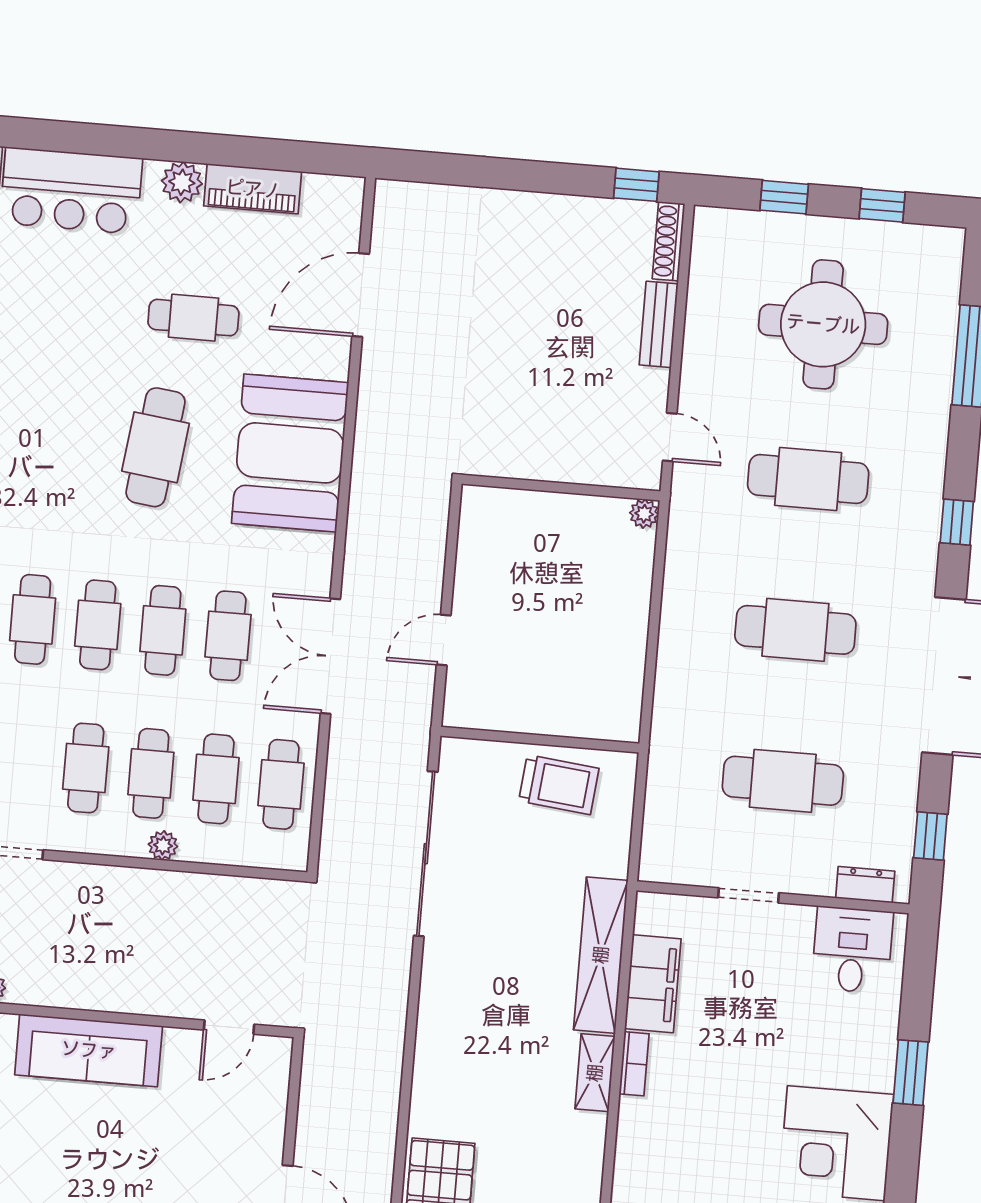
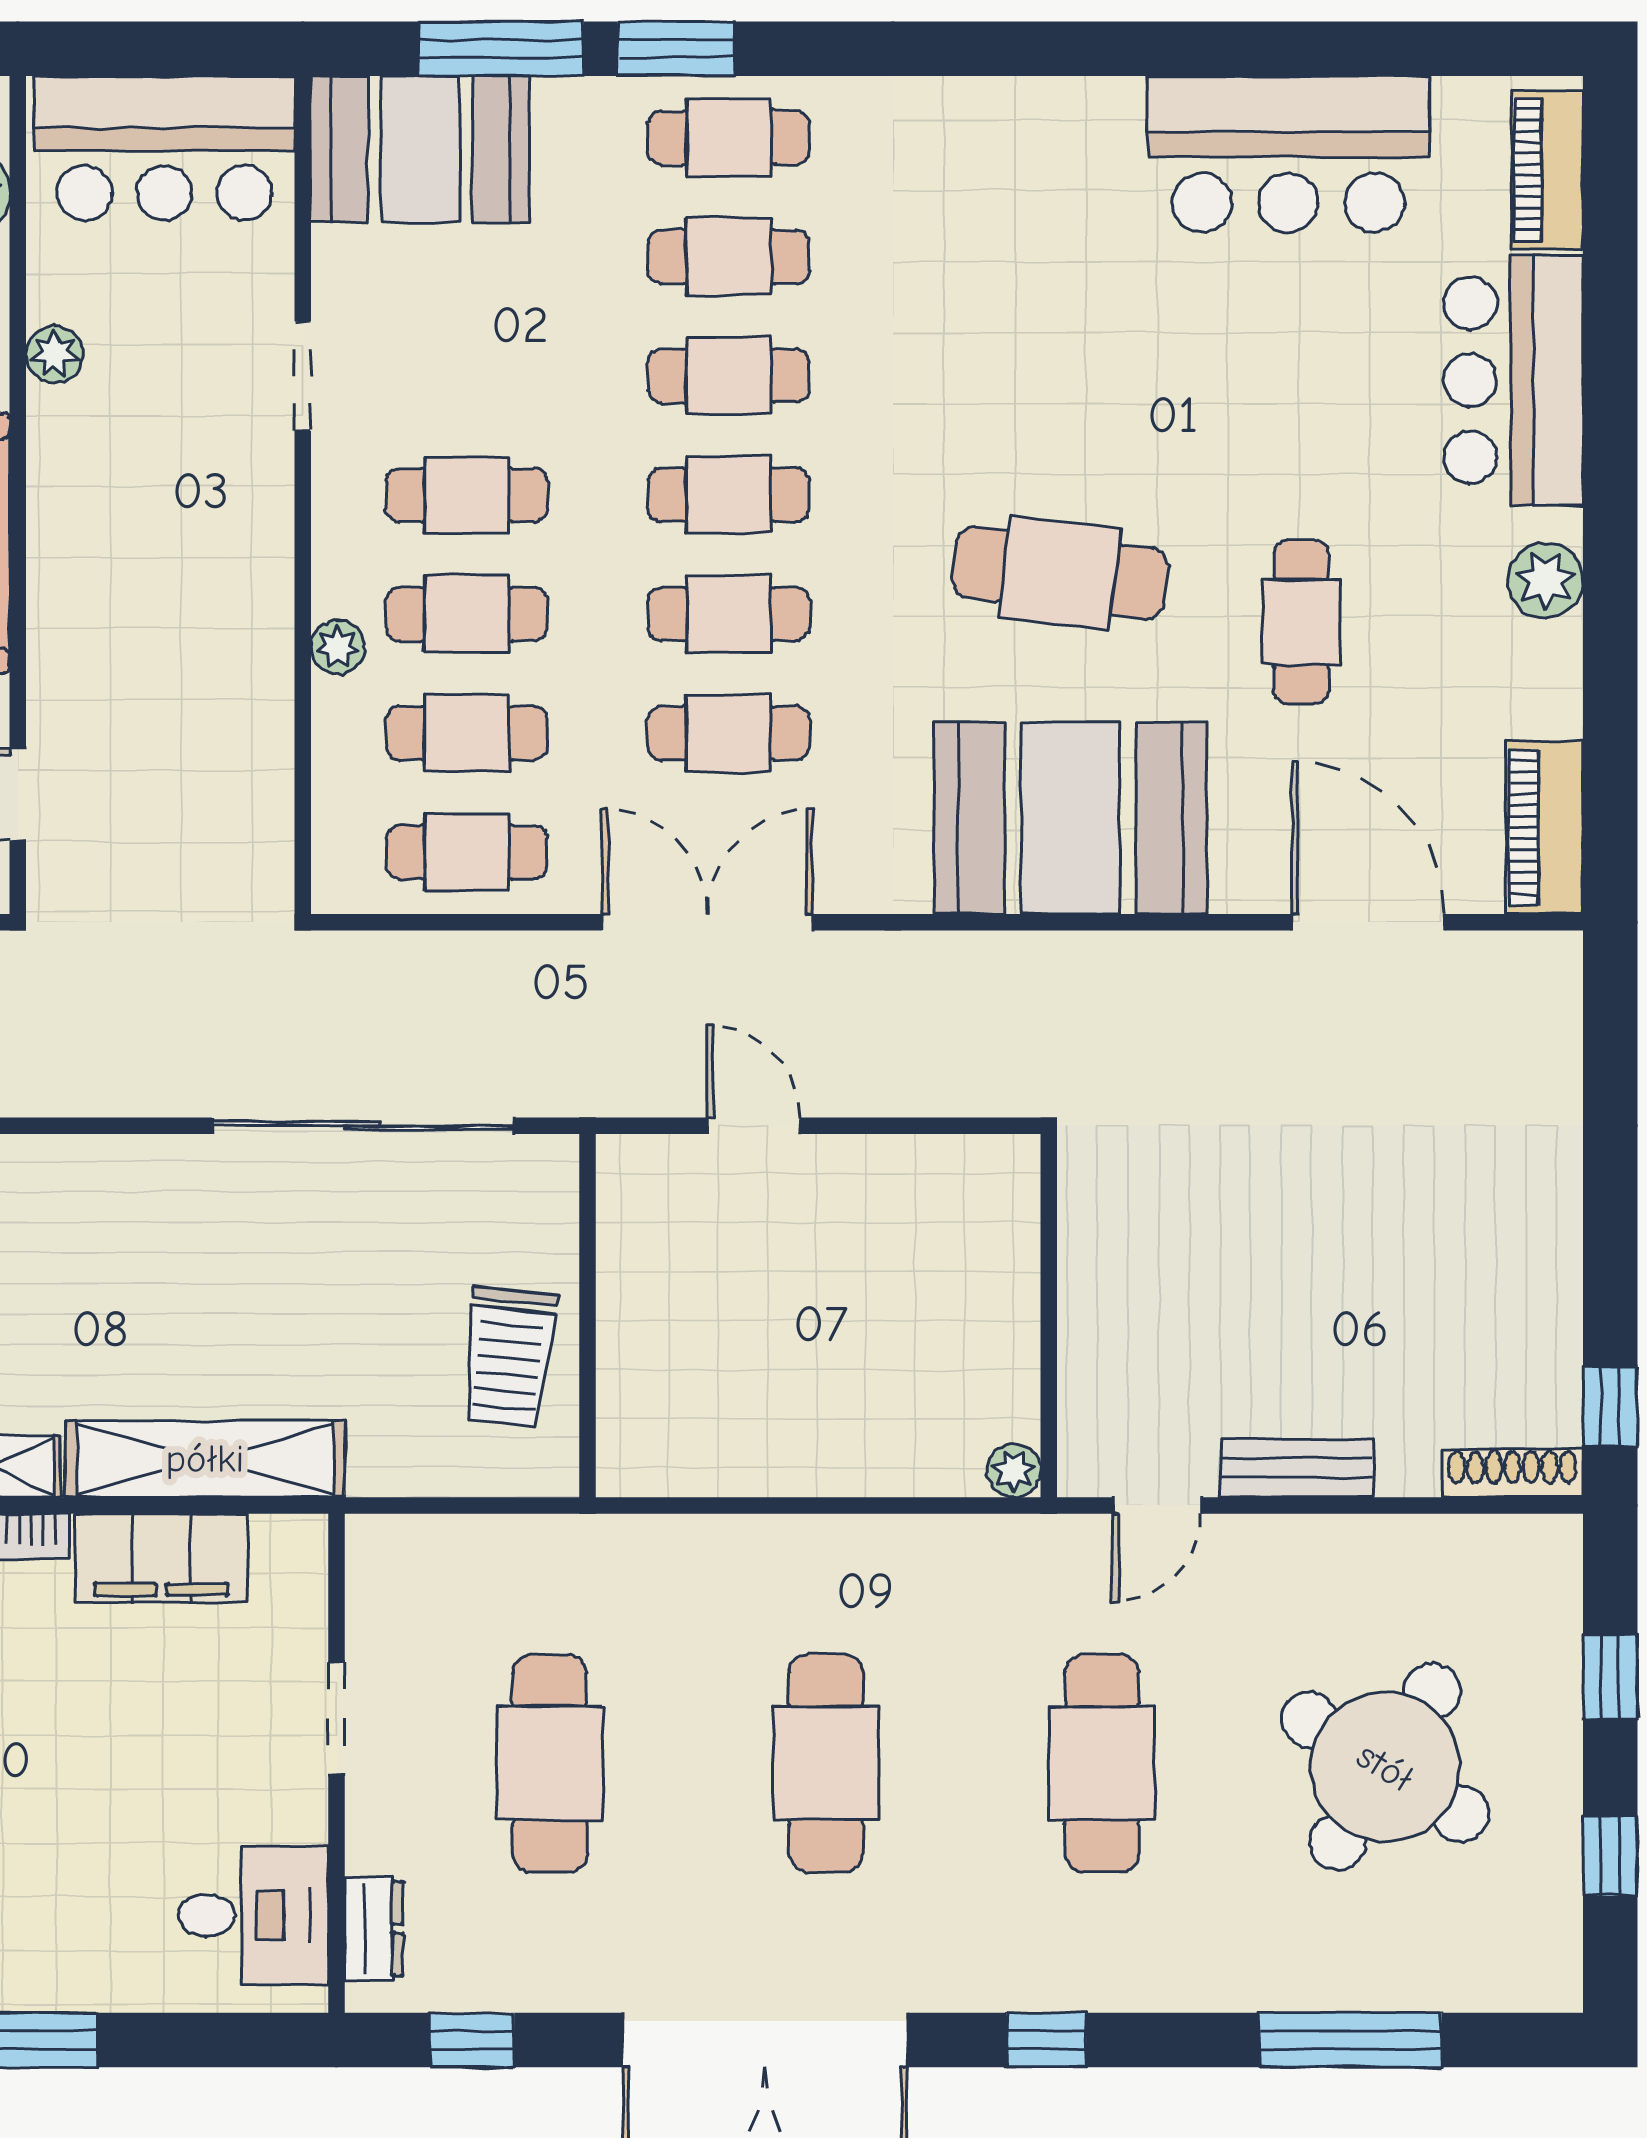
piano: (253, 189) -> (1544, 827), moved
bench: (659, 324) -> (1297, 1468), moved
round table: (823, 324) -> (1385, 1767), turned 32

